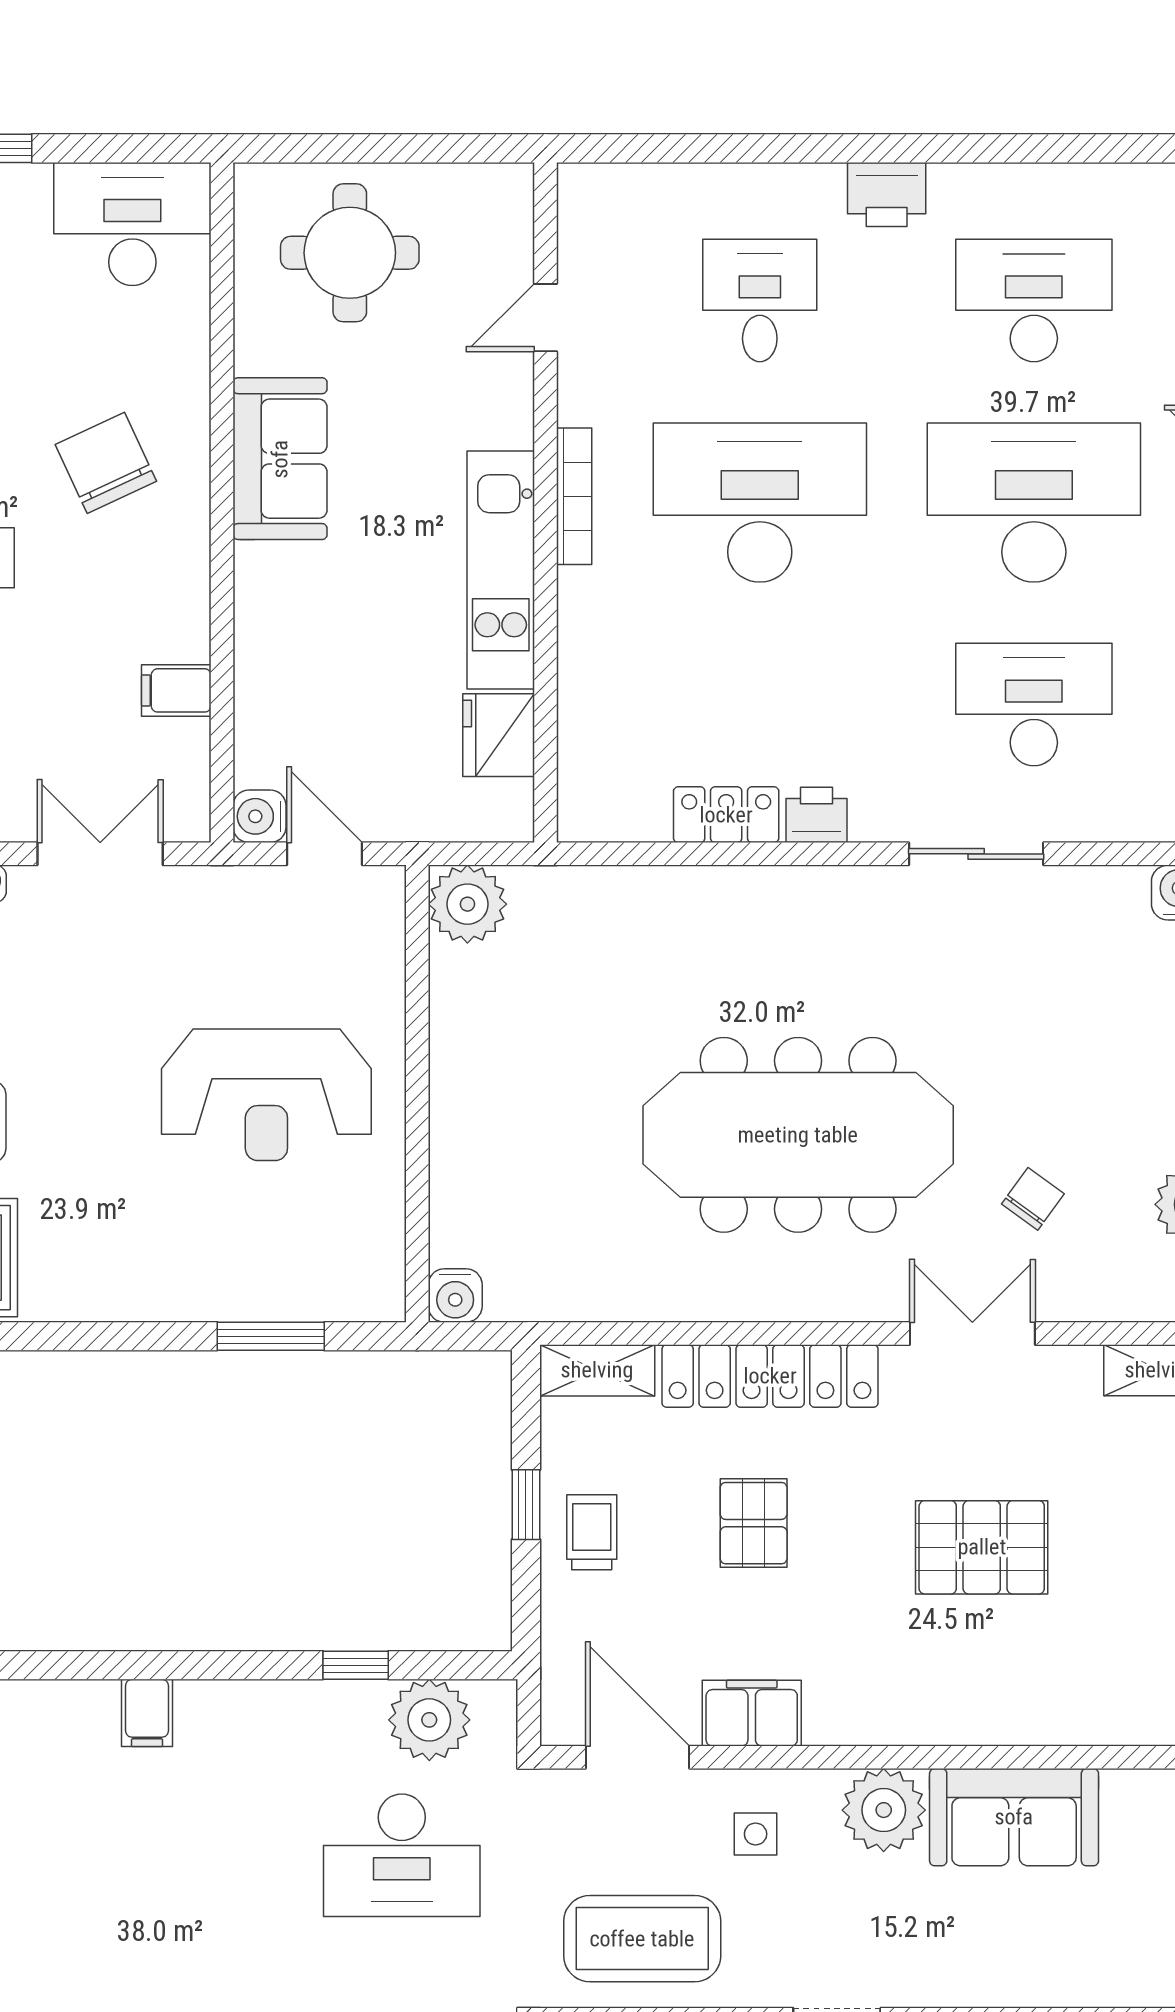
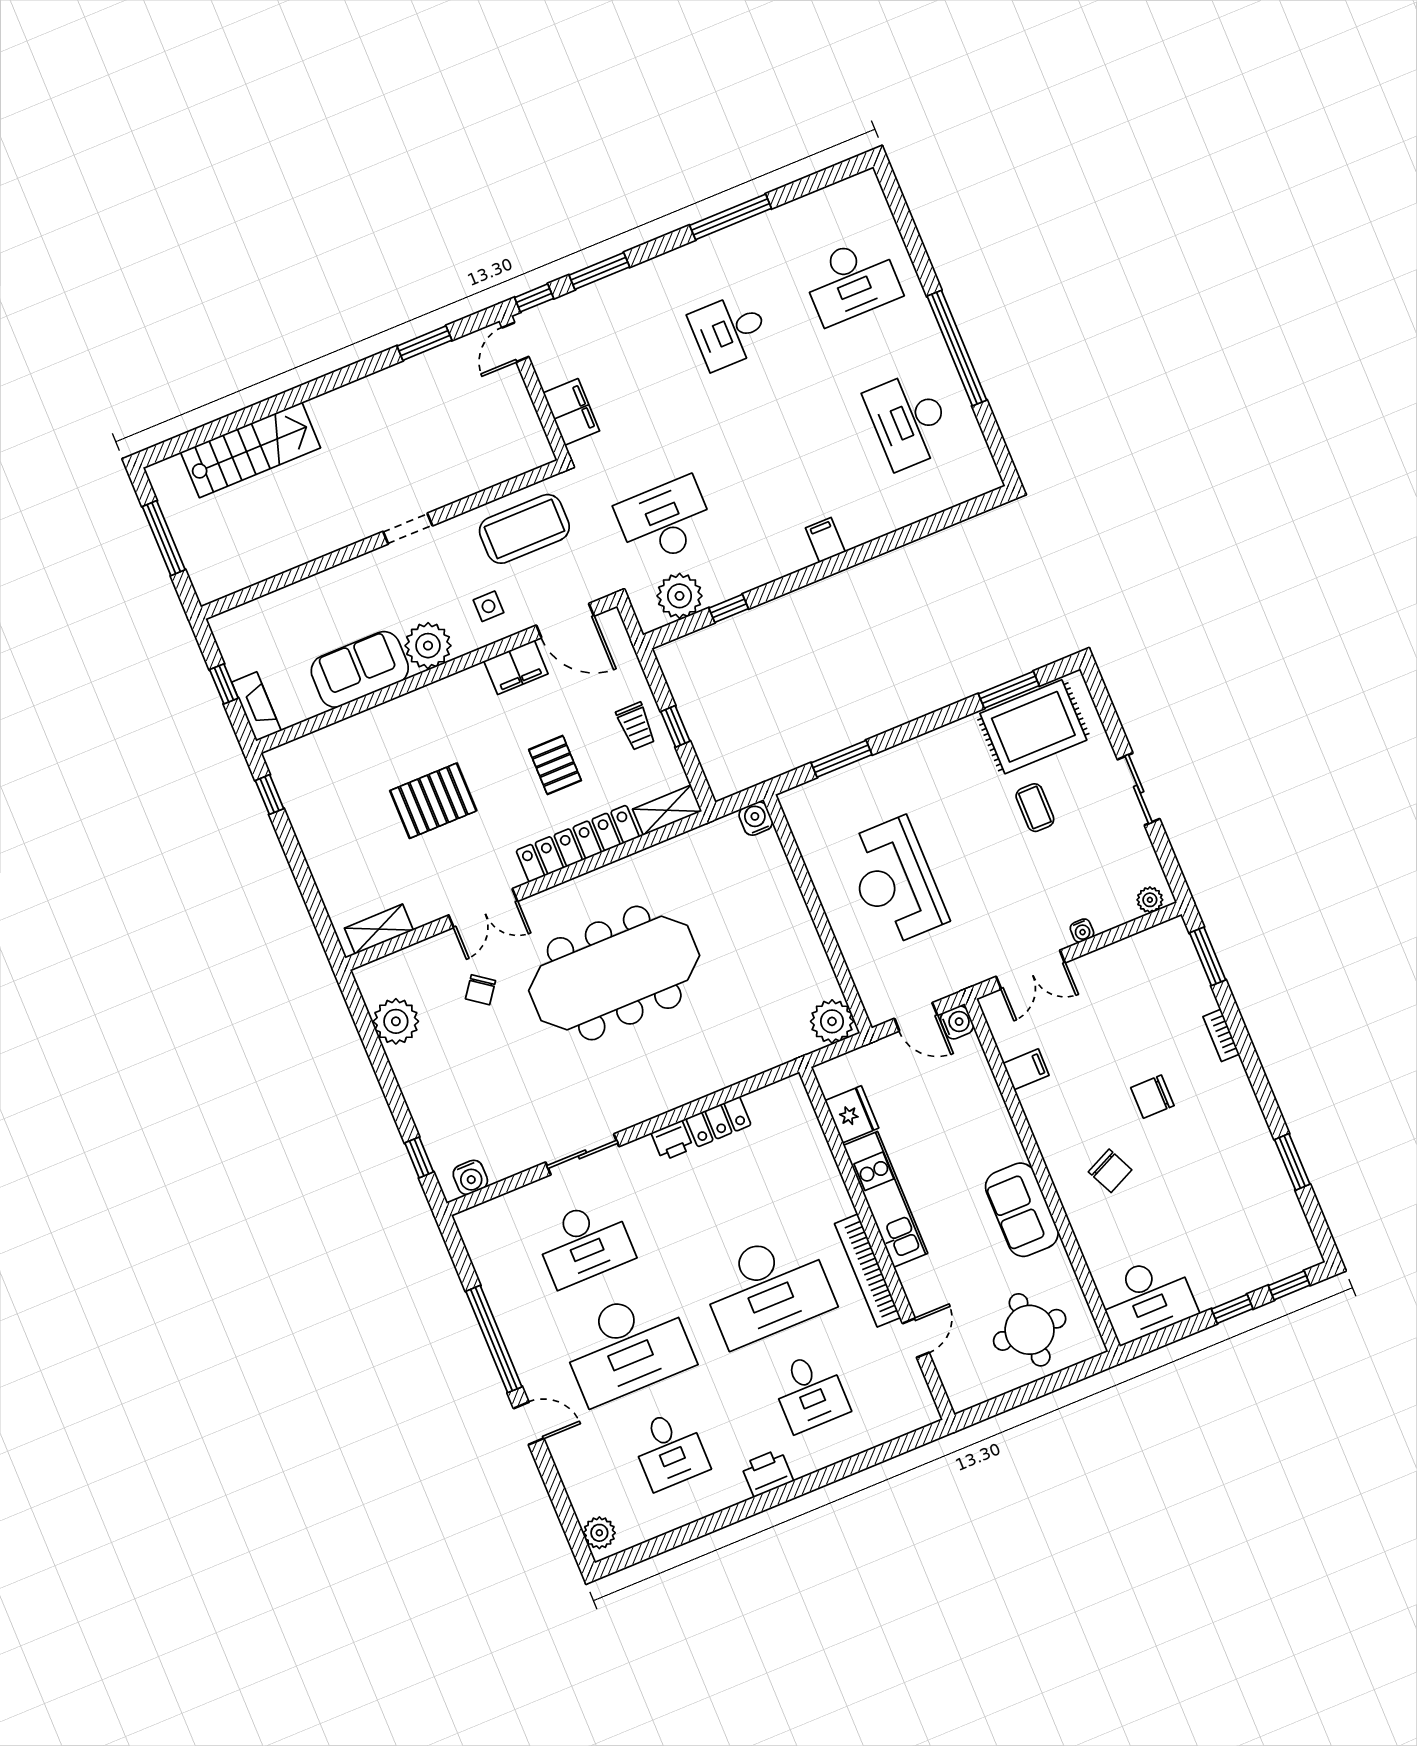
desk: (1034, 300) -> (670, 1450), width x0.73
chair: (106, 463) -> (1110, 1171), width x0.73, depth x0.73
bookcase: (574, 496) -> (868, 1271), width x1.48, depth x1.31
reception desk: (266, 1095) -> (895, 881), turned -90

